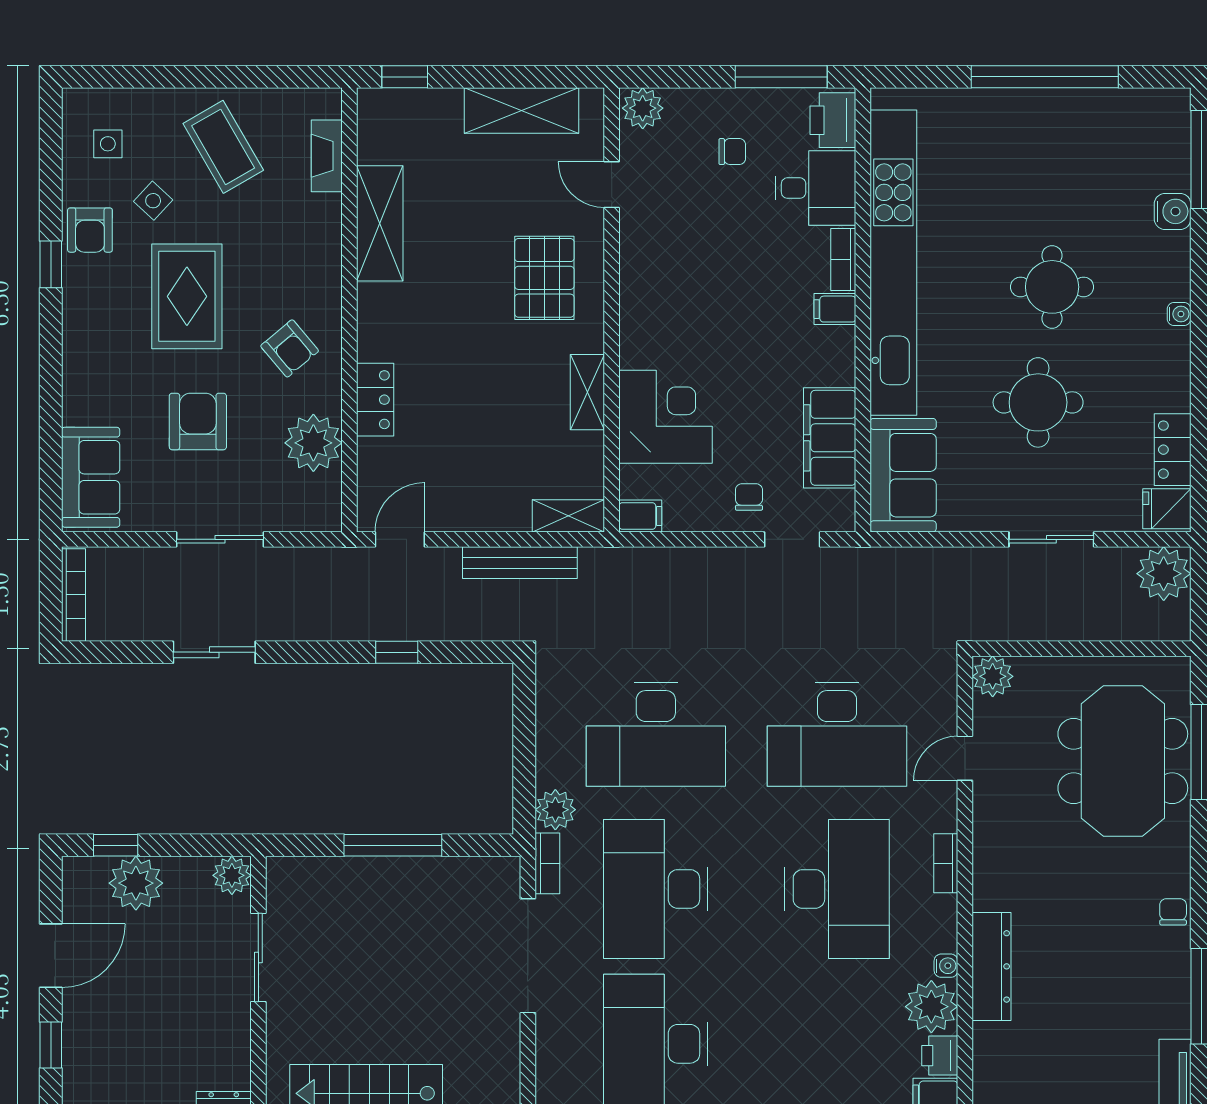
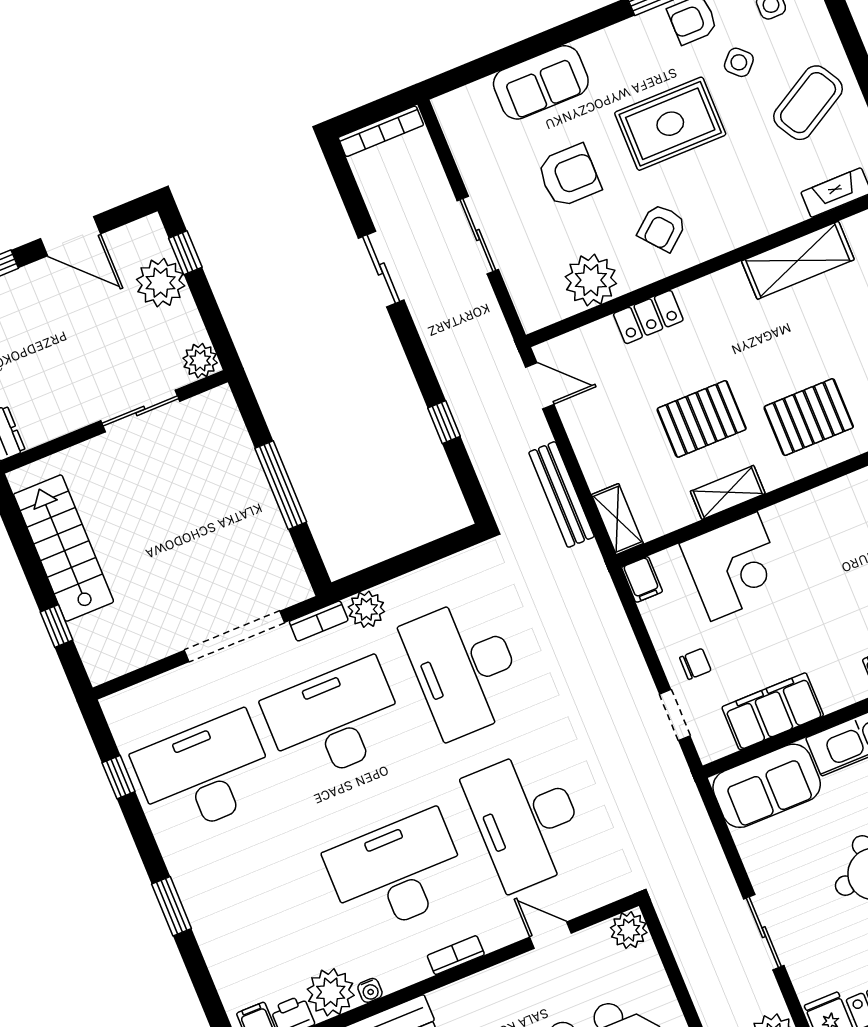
pallet: (501, 388) -> (702, 419), added
sofa: (91, 477) -> (541, 82), moved
desk: (837, 889) -> (397, 873), turned 180

